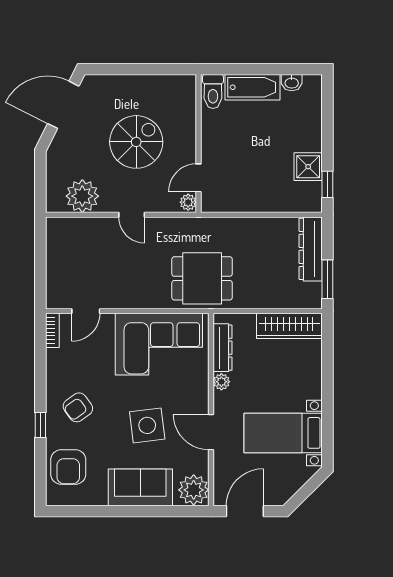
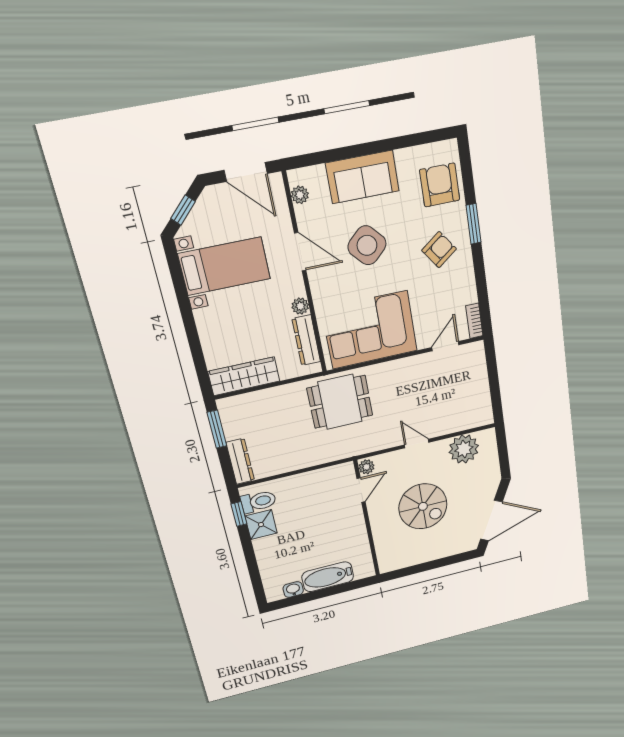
toilet: (213, 91) -> (258, 502), moved, turned 90
spiral stairs: (136, 142) -> (423, 506), turned -90
dresser: (311, 249) -> (240, 461), width x0.73, depth x0.80
window: (40, 425) -> (473, 224), width x1.50
side table: (147, 425) -> (367, 245), turned -36
window: (308, 489) -> (183, 210), added
plant: (194, 490) -> (300, 195), width x0.53, depth x0.53
door: (245, 511) -> (246, 172), hinge flipped

